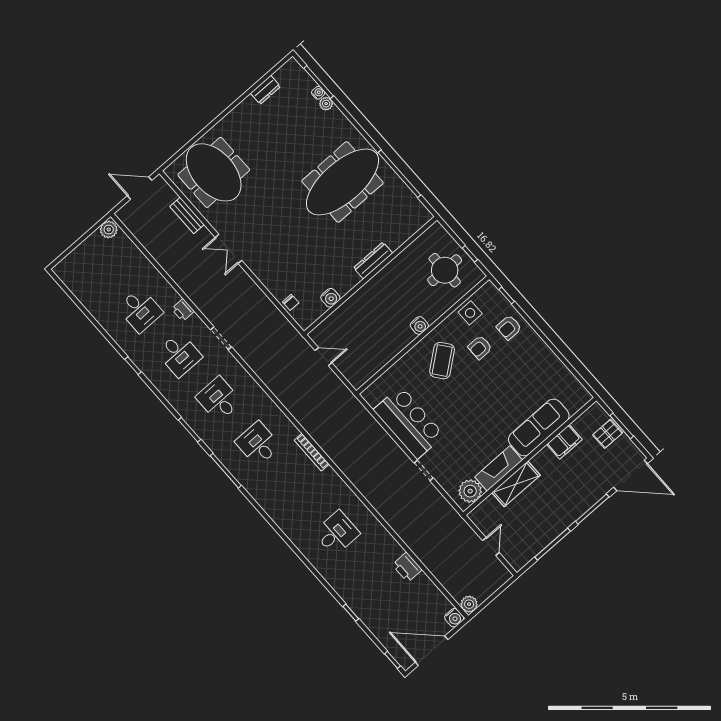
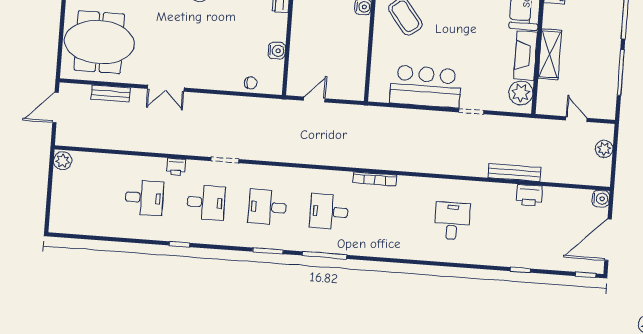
bench: (412, 542) -> (514, 173), added
plant: (469, 604) -> (604, 149), moved

